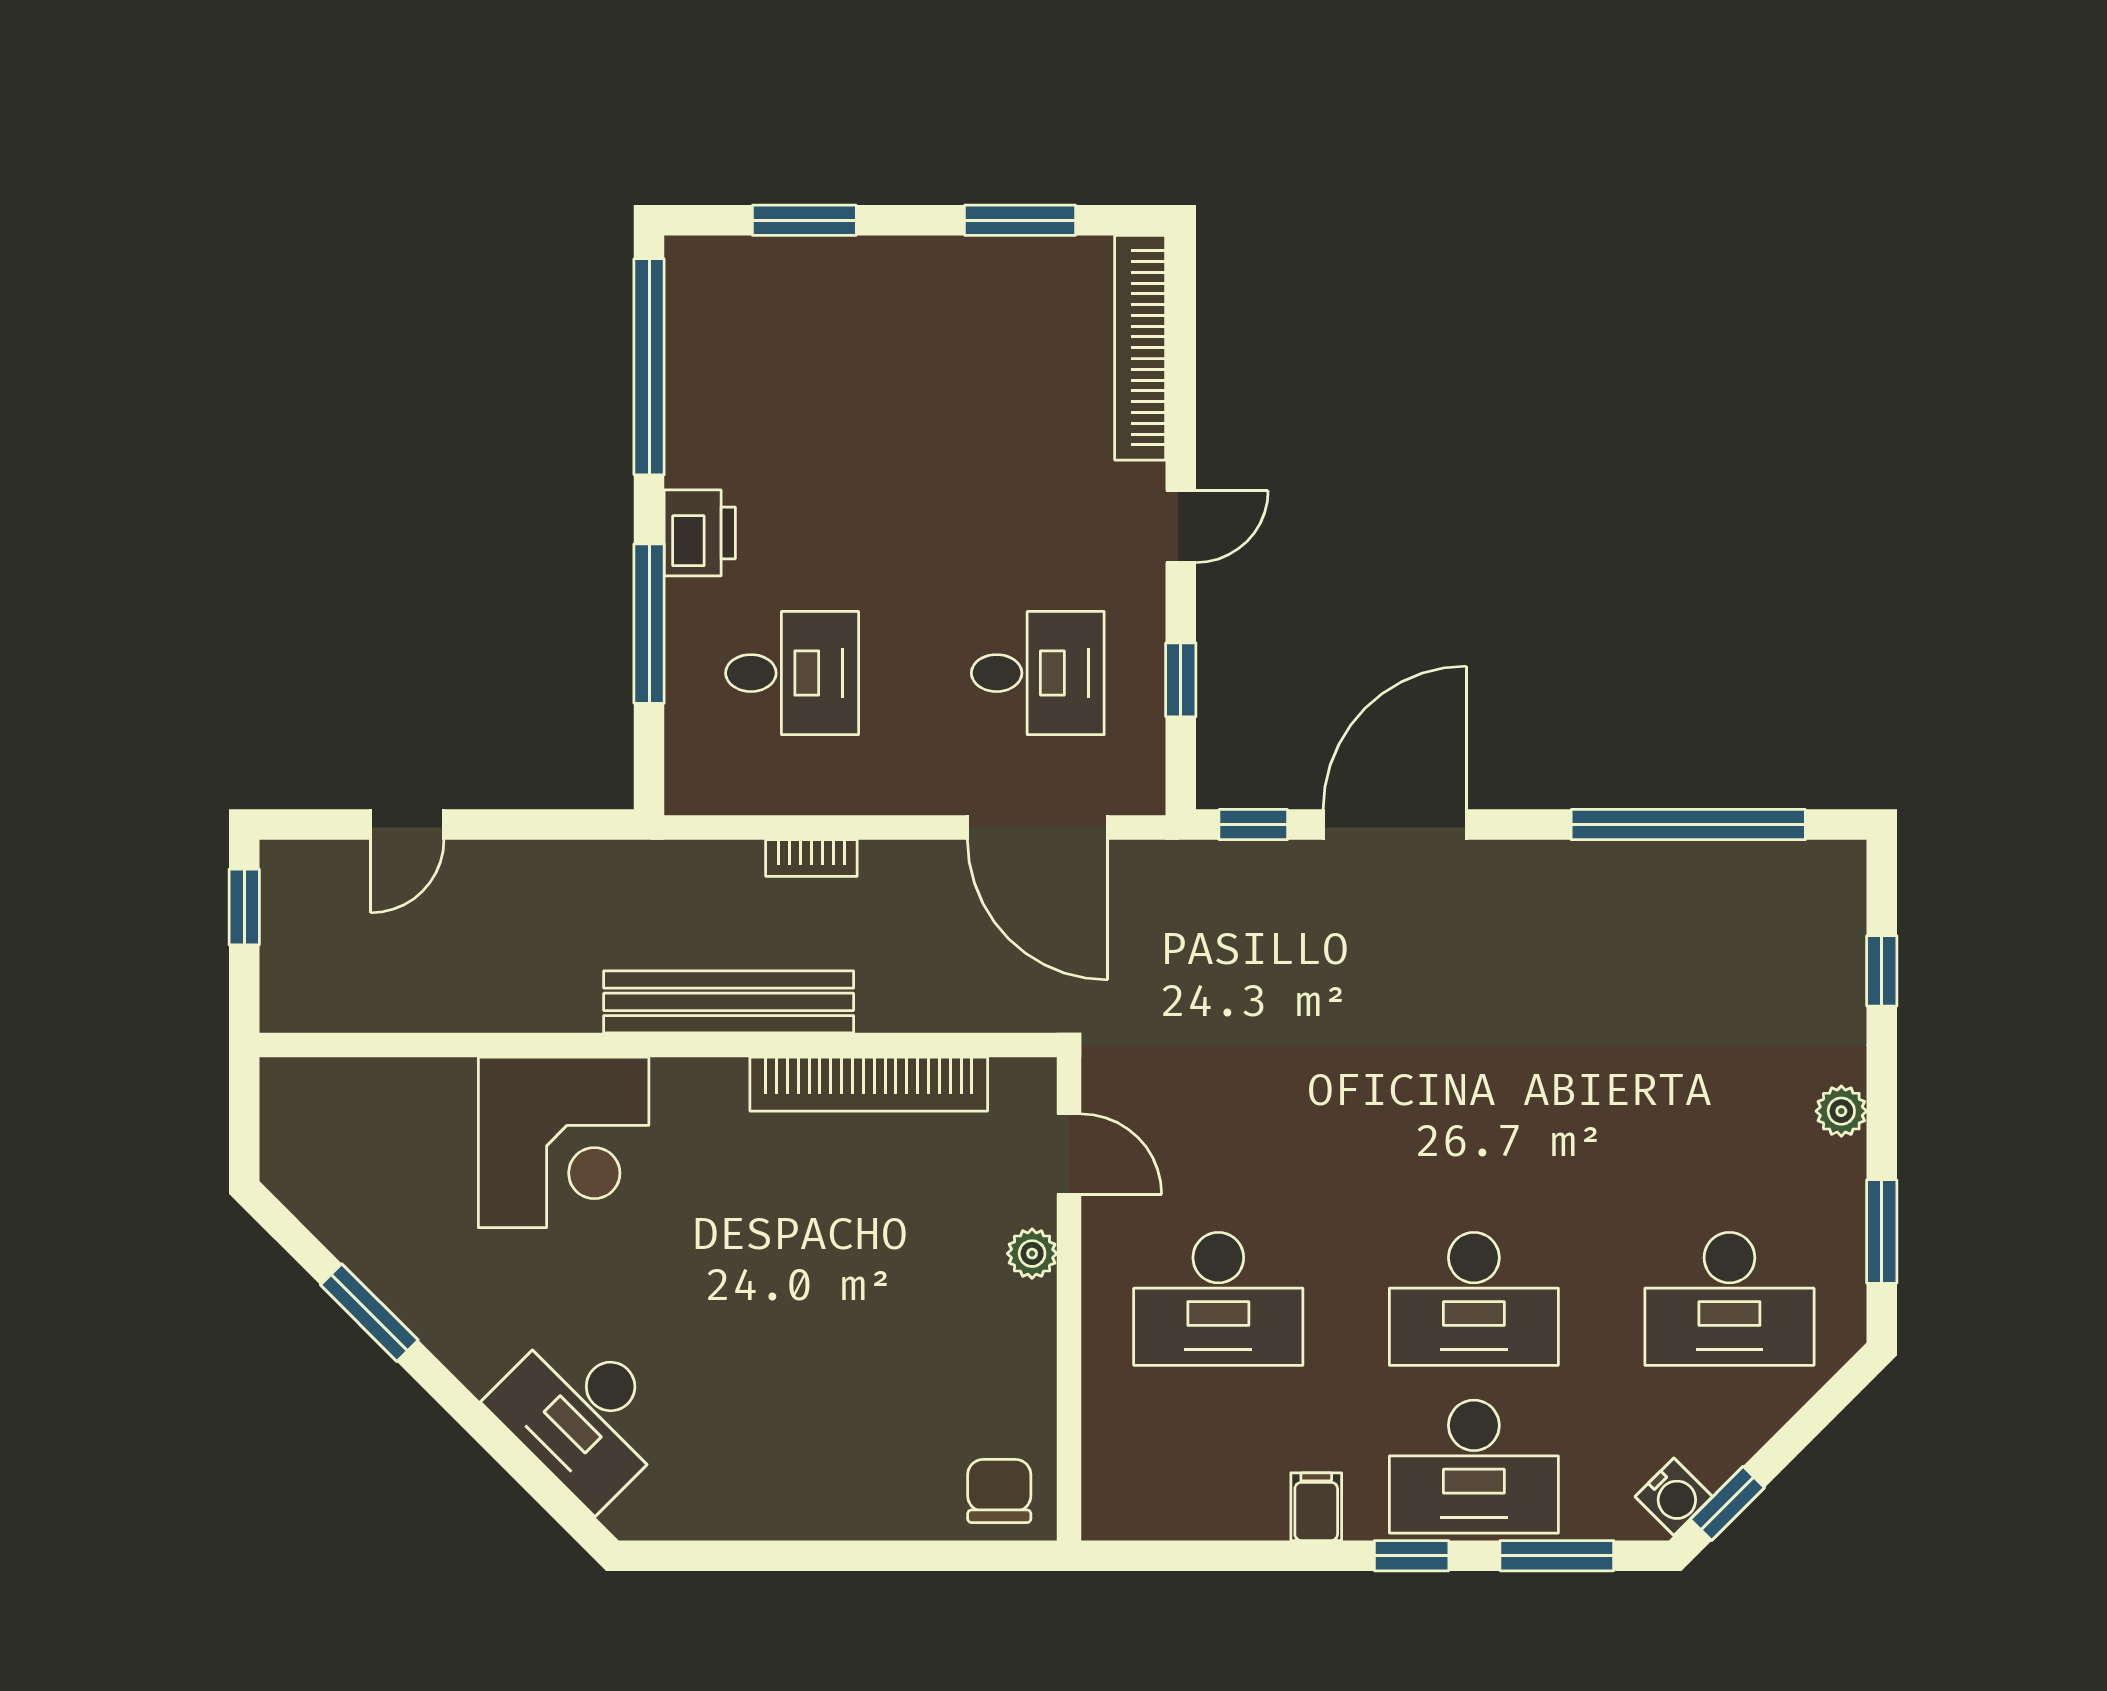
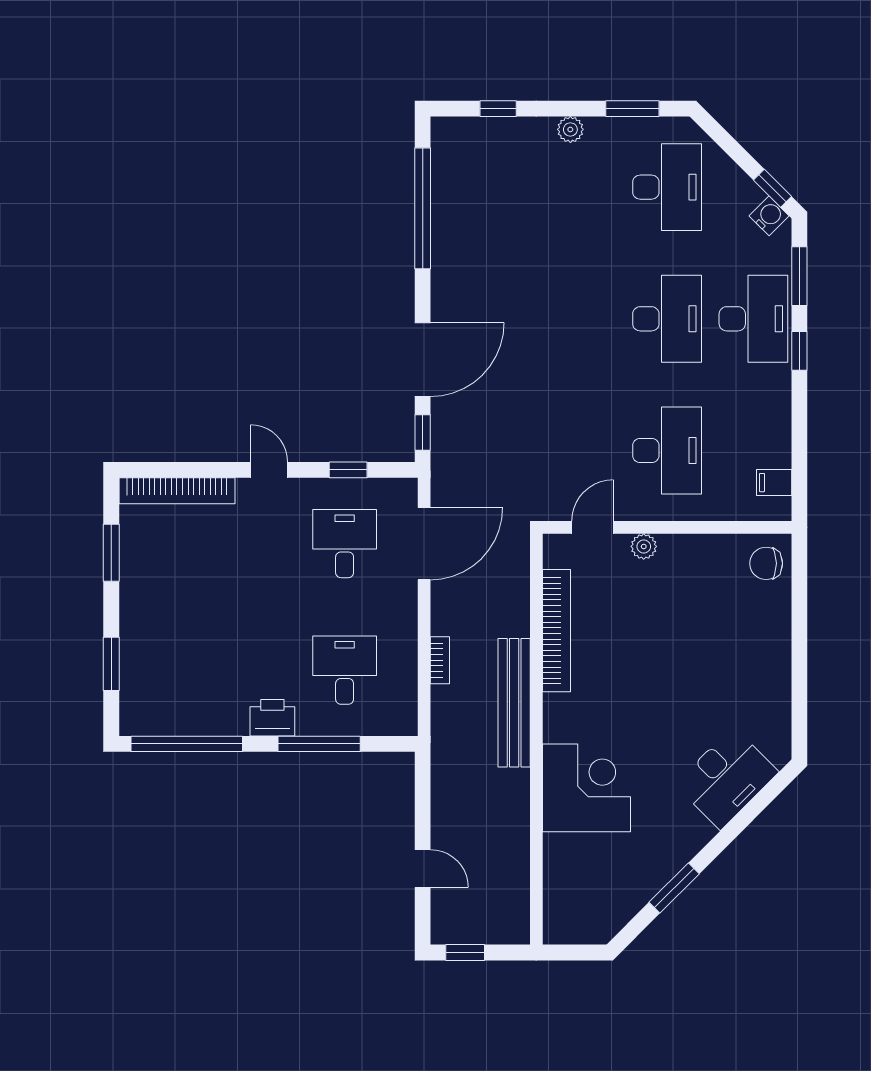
door: (1395, 825) -> (423, 360), swing flipped
filing cabinet: (1316, 1507) -> (774, 483), moved

